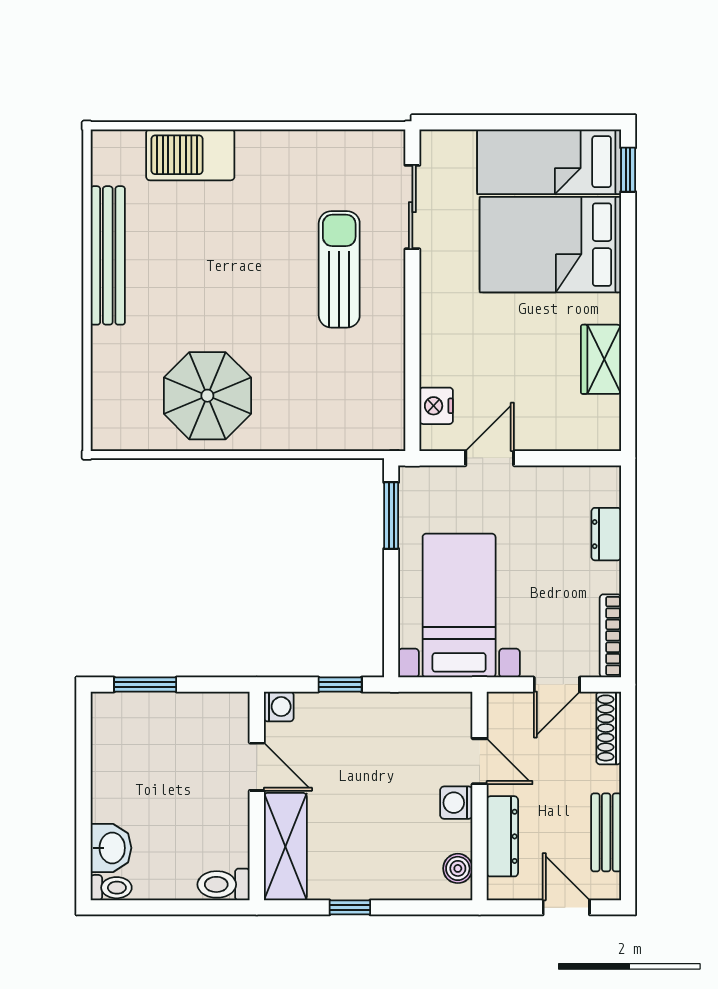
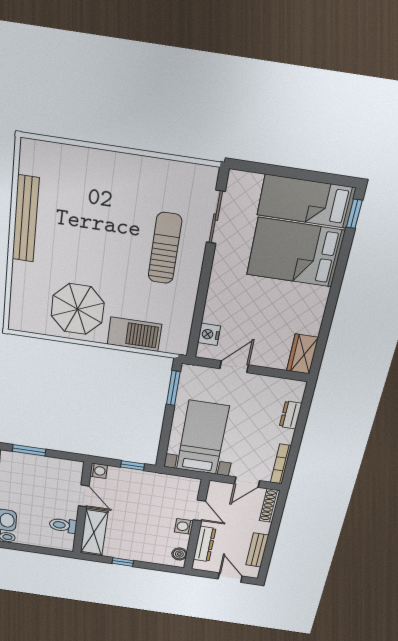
barbecue: (190, 155) -> (134, 334), moved, turned 180
wardrobe: (601, 359) -> (302, 354), moved
toilet: (224, 884) -> (63, 525), moved

